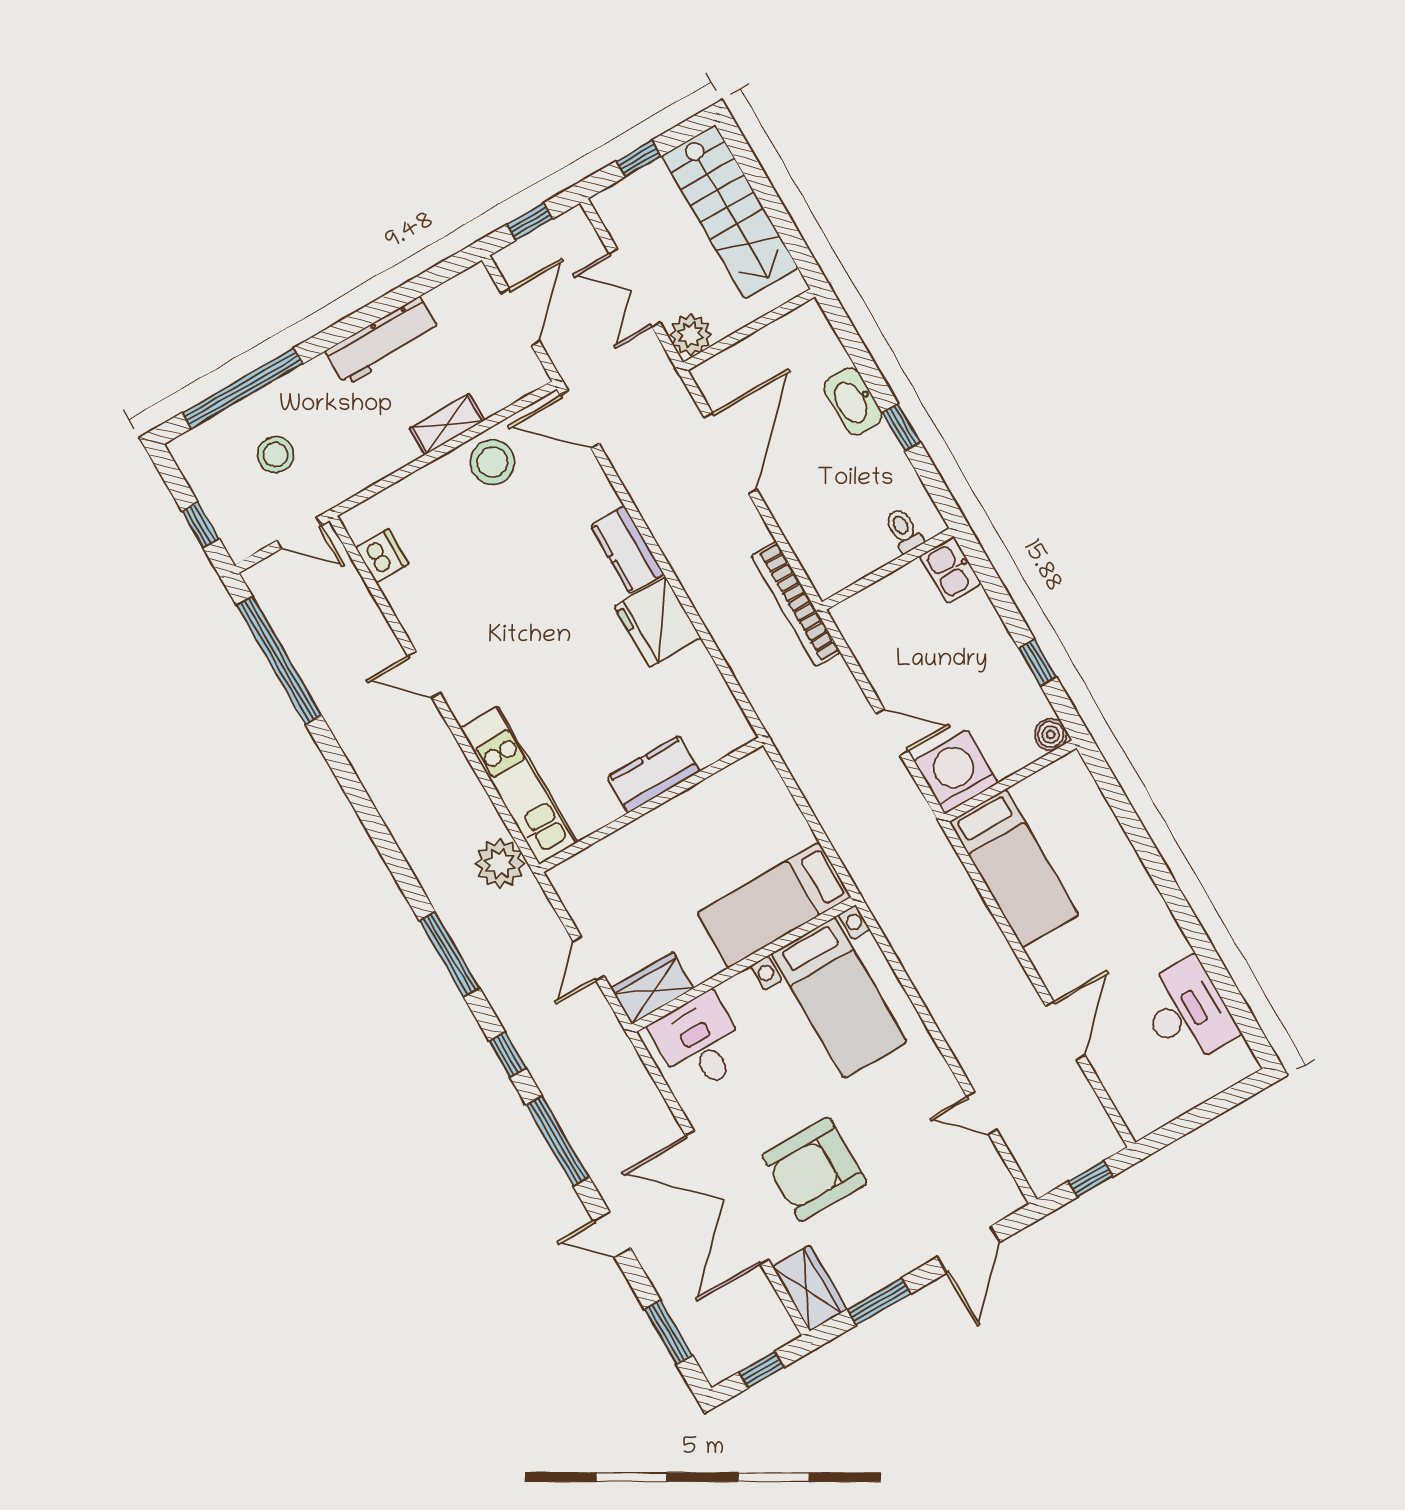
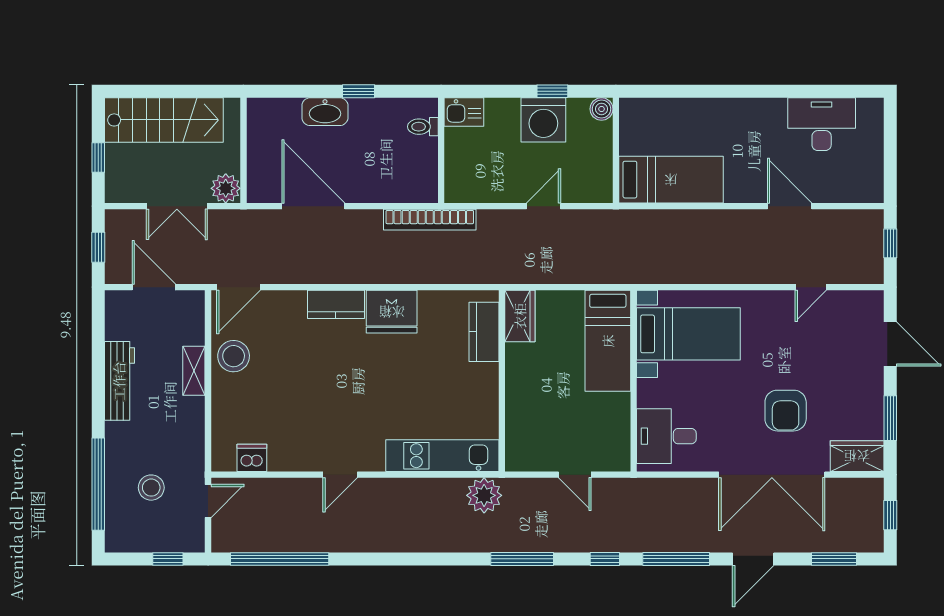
washing machine: (956, 772) -> (543, 120), moved, turned -90
kitchen counter: (654, 774) -> (484, 332), moved
wardrobe: (652, 988) -> (520, 316), moved, turned 180
armchair: (814, 1169) -> (786, 411), width x0.73, depth x0.73
door: (612, 1234) -> (753, 559), width x1.38

